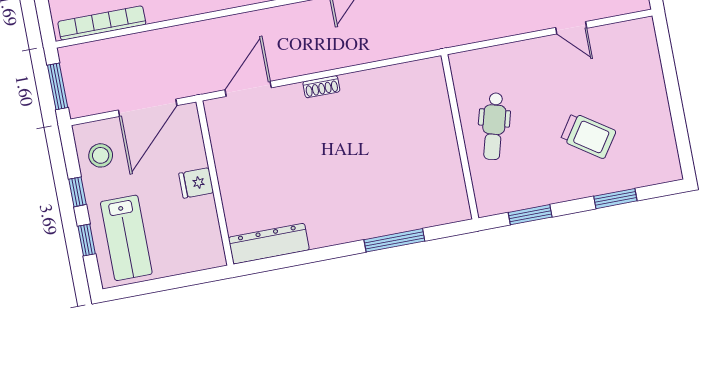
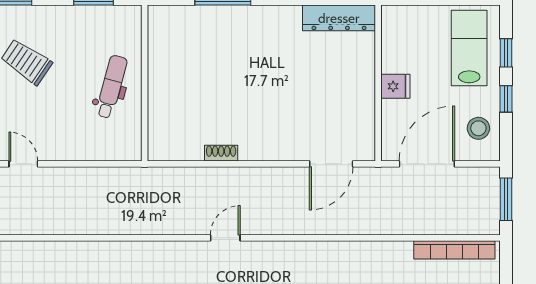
shoe rack: (321, 87) -> (221, 153), moved

